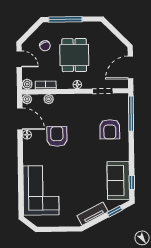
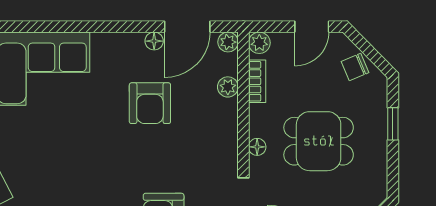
window: (65, 19) -> (393, 124), width x0.46
chair: (45, 46) -> (355, 67), moved
armchair: (57, 136) -> (150, 103), turned 90

